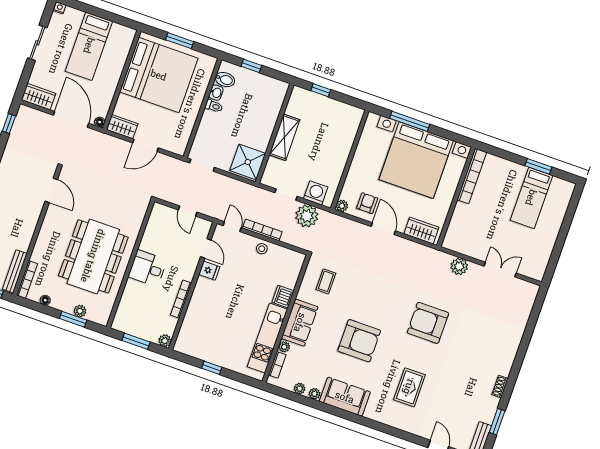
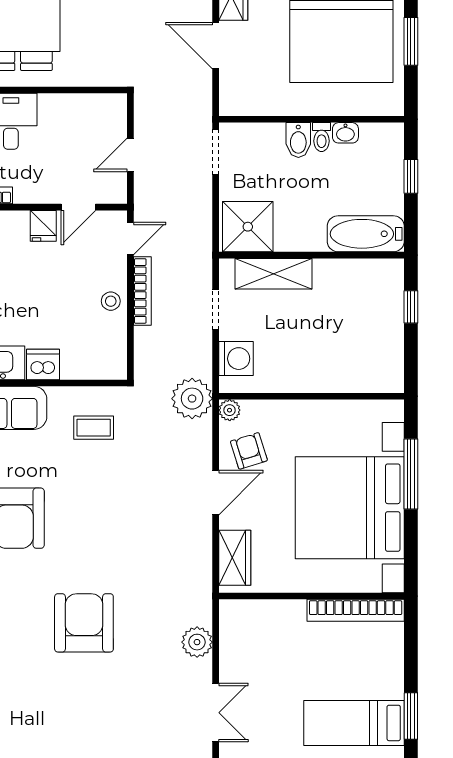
bidet: (225, 79) -> (298, 140), moved
bathtub: (273, 101) -> (366, 234), added
shelving: (284, 137) -> (274, 274), moved
armchair: (367, 203) -> (249, 451), turned -107
plant: (307, 216) -> (192, 399), moved

